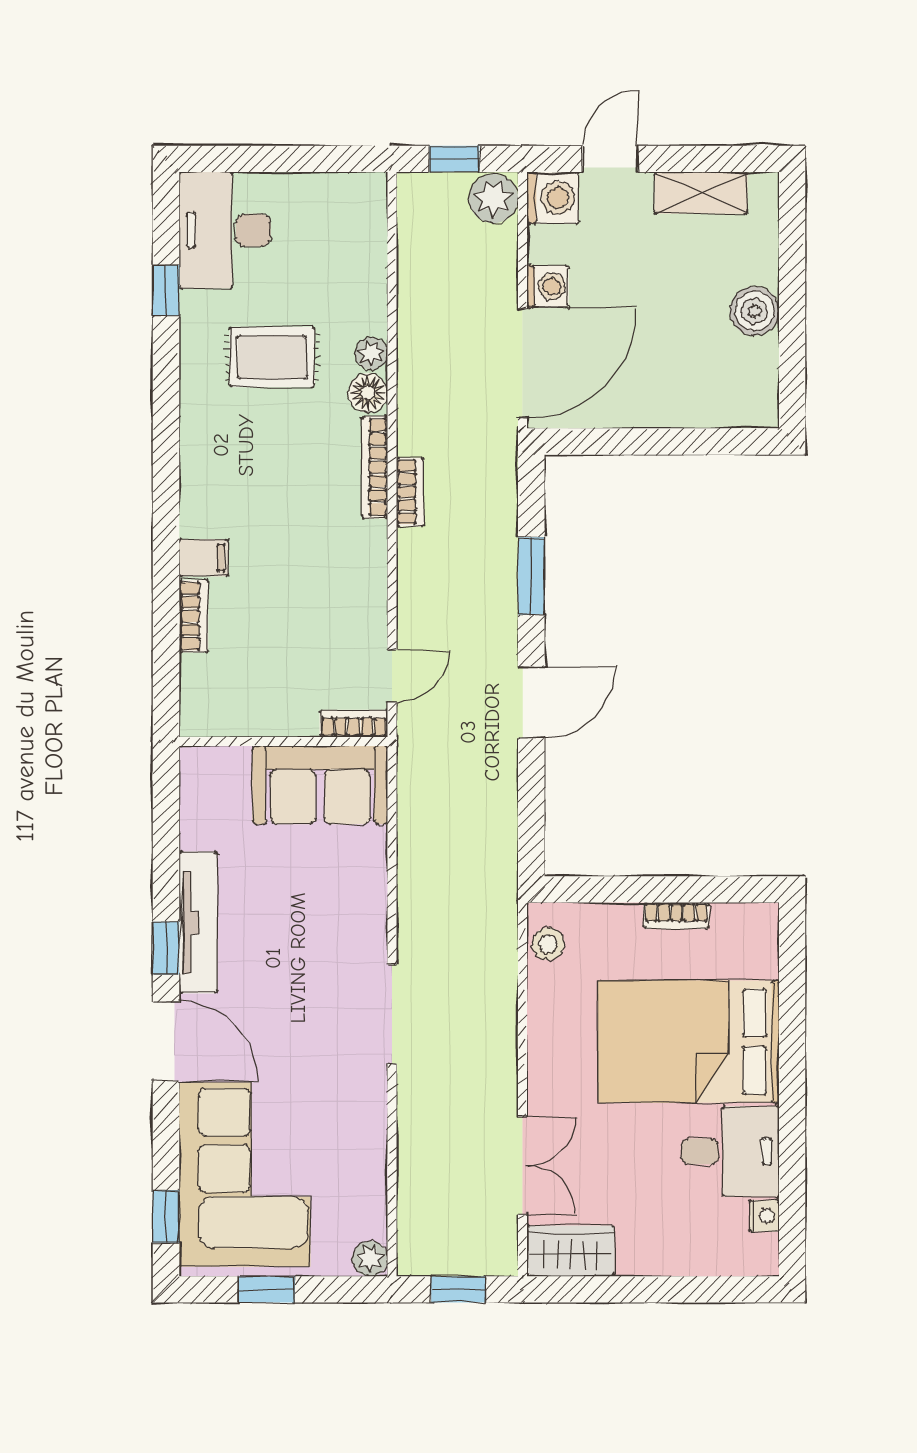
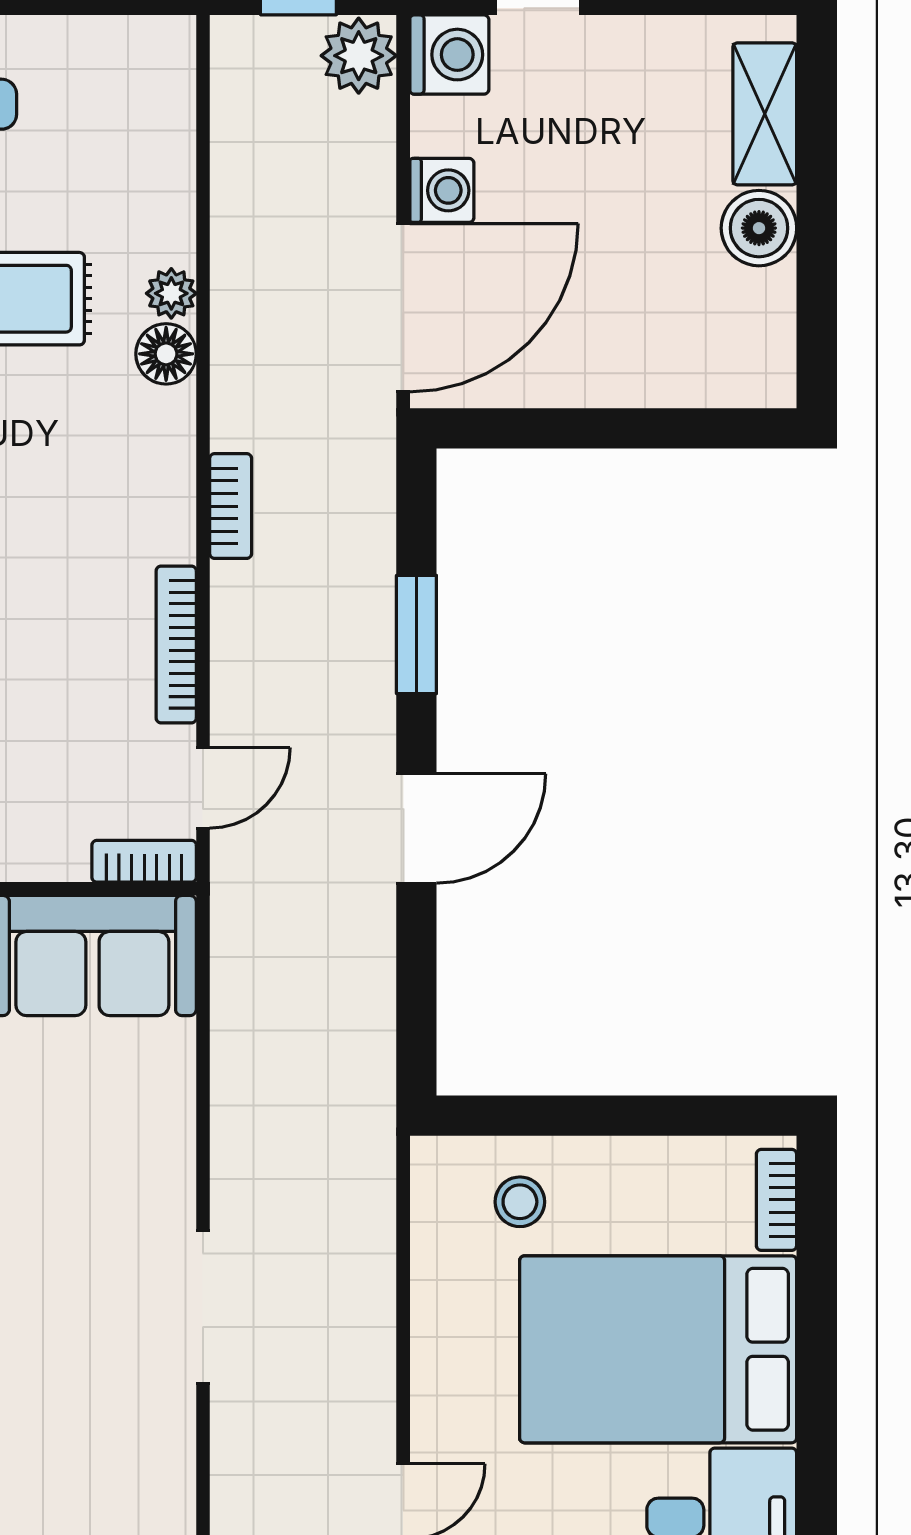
shelving: (701, 193) -> (765, 114), moved, turned 90
bookcase: (375, 467) -> (176, 644), moved
bookcase: (676, 916) -> (777, 1200), moved, turned 90
stool: (548, 944) -> (520, 1202), moved

